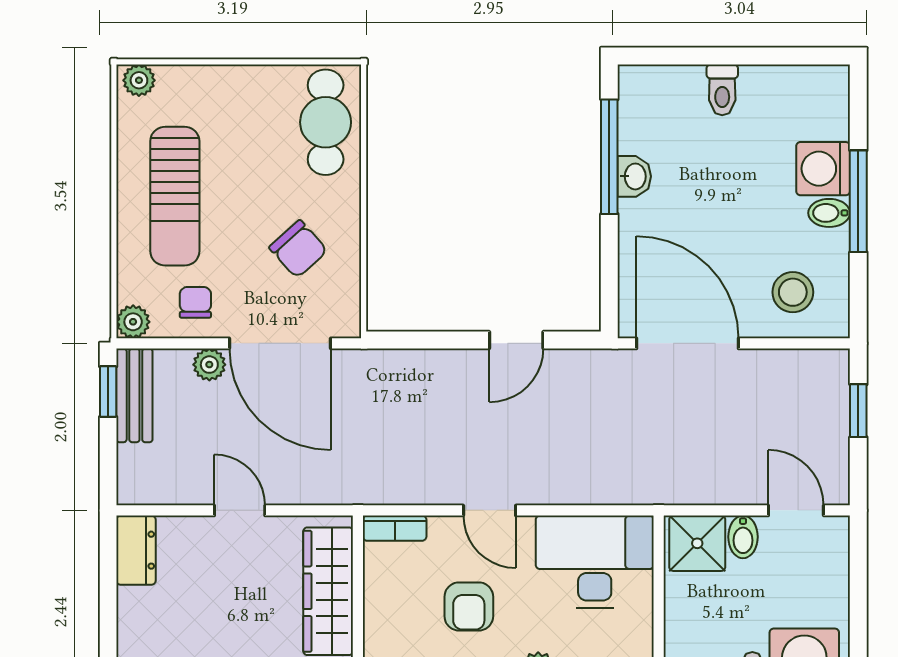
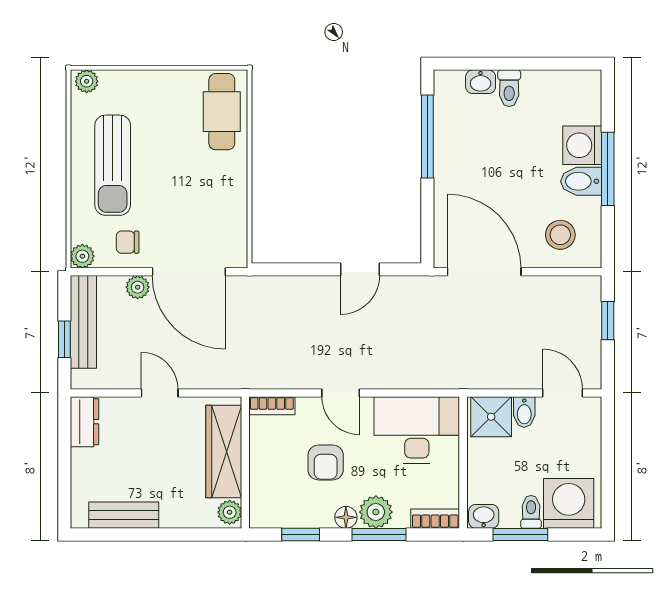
washbasin: (634, 176) -> (481, 82), moved, turned 90
bidet: (829, 213) -> (581, 181), width x1.38, depth x1.36
chair: (298, 249) -> (202, 203), removed
chair: (195, 302) -> (128, 242), turned -90
window: (108, 392) -> (64, 339), moved
bench: (134, 395) -> (83, 322), width x1.36

